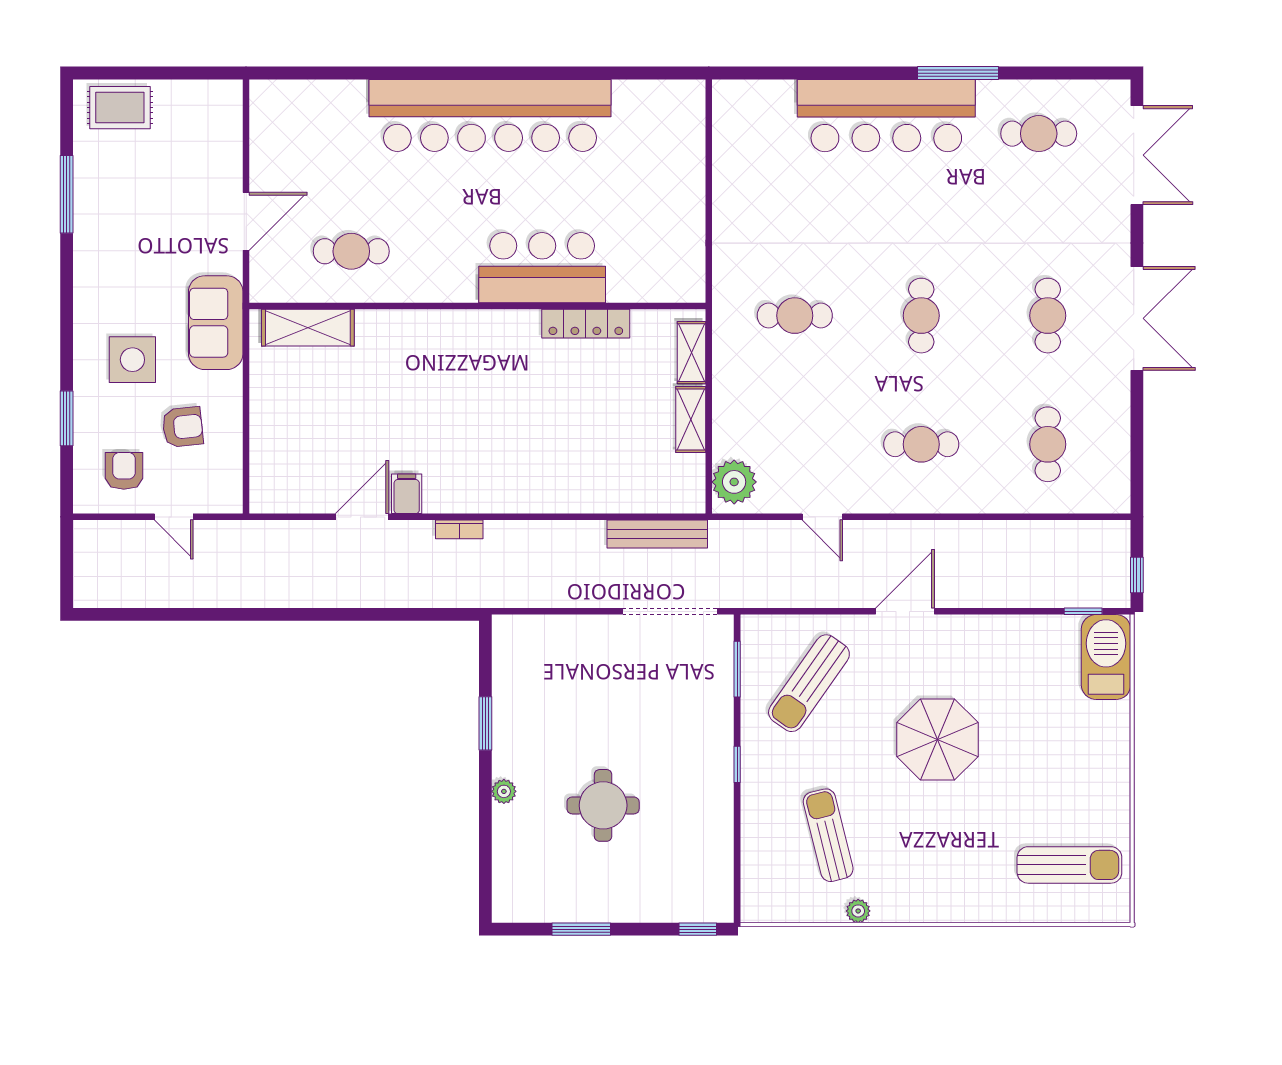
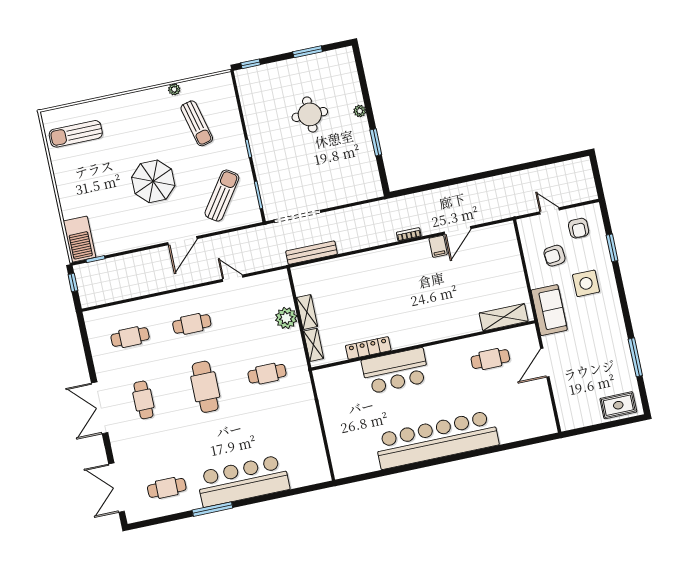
cafe table: (921, 316) -> (205, 387), width x1.37, depth x1.35
cafe table: (1048, 444) -> (130, 337), turned 90
plant: (734, 482) -> (286, 318), moved

